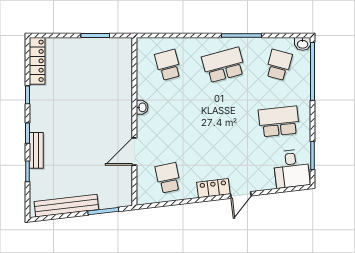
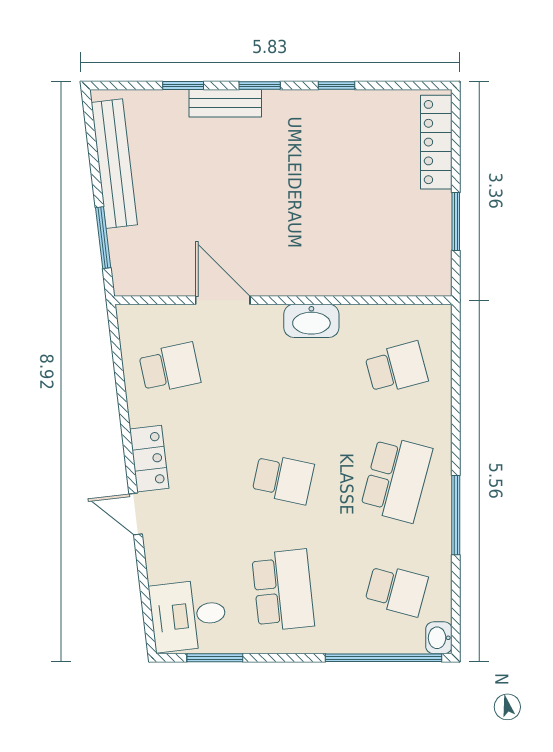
locker: (37, 61) -> (436, 142), moved, turned 90
school desk: (223, 65) -> (396, 479), turned 30
washbasin: (142, 107) -> (311, 321), width x1.91, depth x1.45
school desk: (223, 121) -> (283, 479), added

